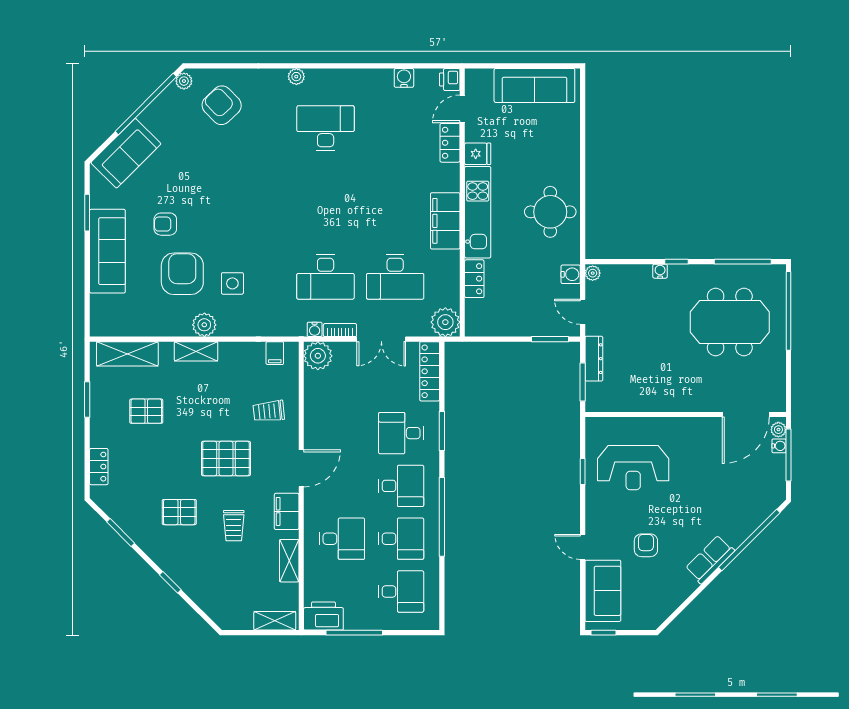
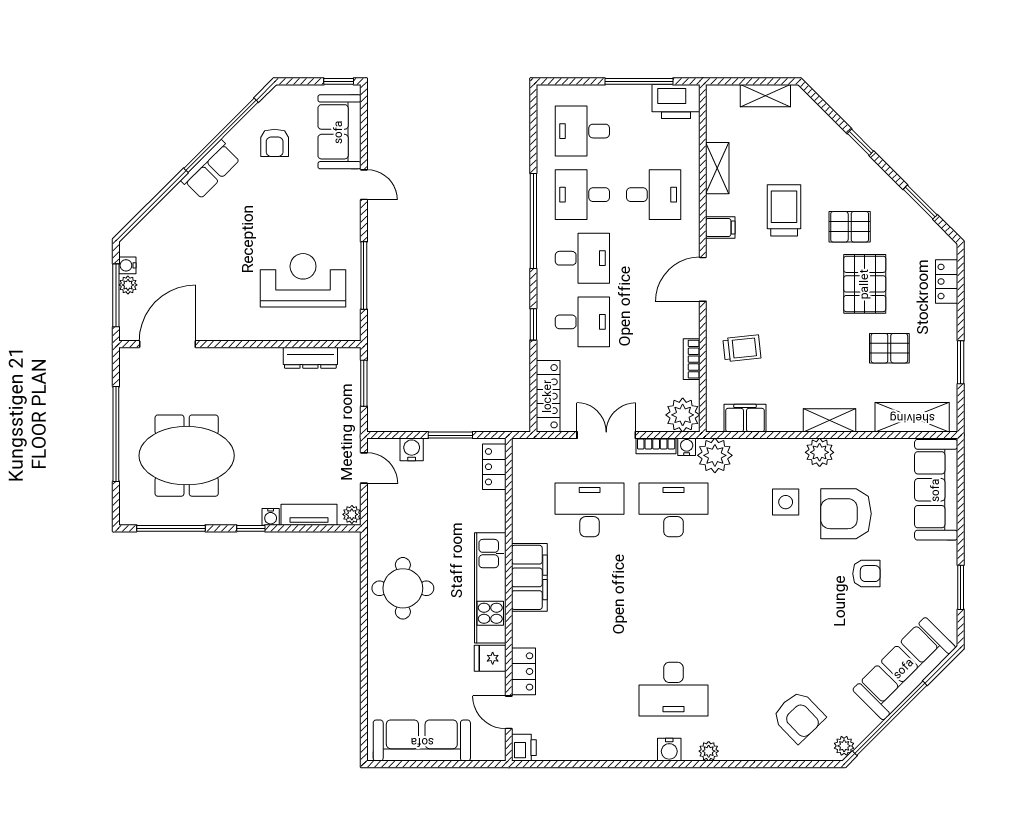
water cooler: (404, 78) -> (669, 750), moved
door: (462, 109) -> (509, 712), swing flipped
sofa: (126, 153) -> (904, 669), width x1.36
sofa: (107, 251) -> (936, 490), moved
tv unit: (628, 273) -> (309, 515), added
armchair: (182, 274) -> (846, 514), turned 90
water cooler: (571, 274) -> (412, 449), moved, turned 90
locker: (474, 279) -> (494, 467), moved
window: (789, 311) -> (116, 434), moved
plant: (445, 322) -> (715, 455), moved
window: (550, 339) -> (450, 435), moved
filing cabinet: (275, 353) -> (745, 418), width x2.00
dresser: (594, 359) -> (310, 358), moved, turned -90
bookcase: (310, 402) -> (692, 359), added
plant: (778, 430) -> (128, 285), moved
window: (442, 431) -> (533, 324), width x0.67
water cooler: (779, 446) -> (127, 265), moved
pallet: (226, 459) -> (865, 284), moved, turned 90
window: (583, 472) -> (364, 276), width x2.17
desk: (401, 486) -> (582, 258), turned 180
filing cabinet: (287, 511) -> (720, 227), width x0.50
trolley: (234, 526) -> (784, 210), width x1.36, depth x1.39
desk: (342, 539) -> (654, 195), turned 180
window: (749, 540) -> (221, 135), moved
armchair: (646, 545) -> (275, 143), moved
shelving: (275, 621) -> (765, 96), moved

